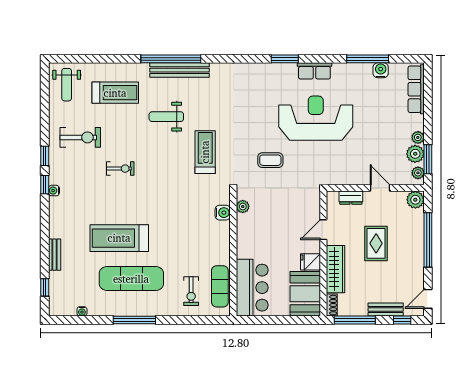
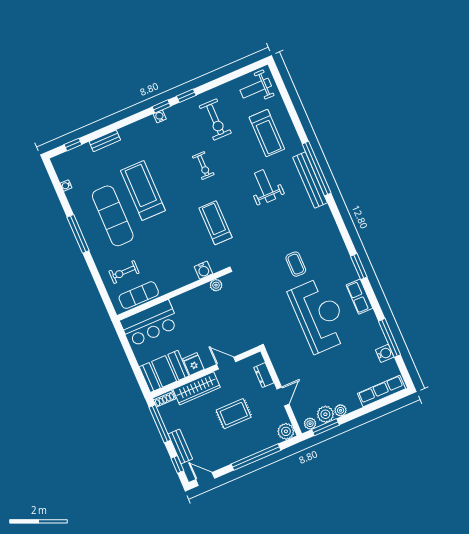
treadmill: (205, 152) -> (215, 223), moved, turned -90
coffee table: (270, 160) -> (296, 264), moved

